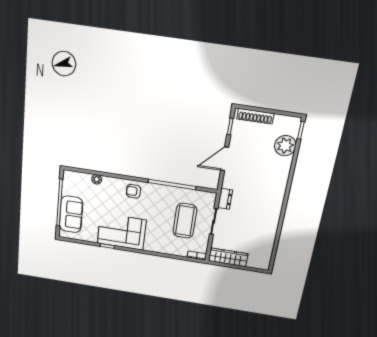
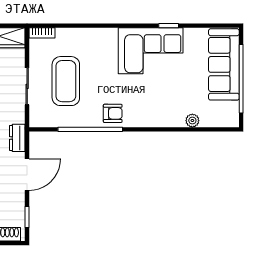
armchair: (133, 191) -> (113, 113), moved
dresser: (225, 199) -> (17, 138), moved
sofa: (71, 214) -> (224, 64), width x1.36

